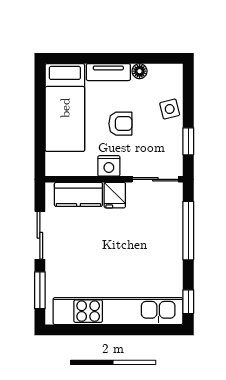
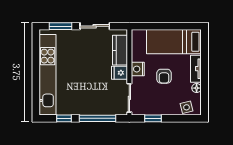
side table: (170, 109) -> (187, 107), moved
window: (188, 302) -> (64, 118), moved

